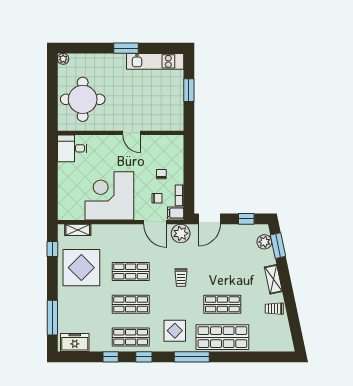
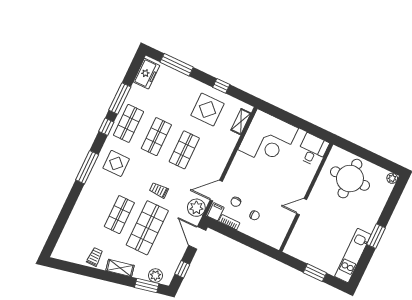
corner desk: (109, 196) -> (268, 139), moved, turned 90
window: (52, 249) -> (221, 86), moved
display table: (81, 268) -> (207, 110), width x0.73, depth x0.73
shop shelf: (222, 337) -> (147, 228), moved
window: (111, 357) -> (120, 98), width x2.17

